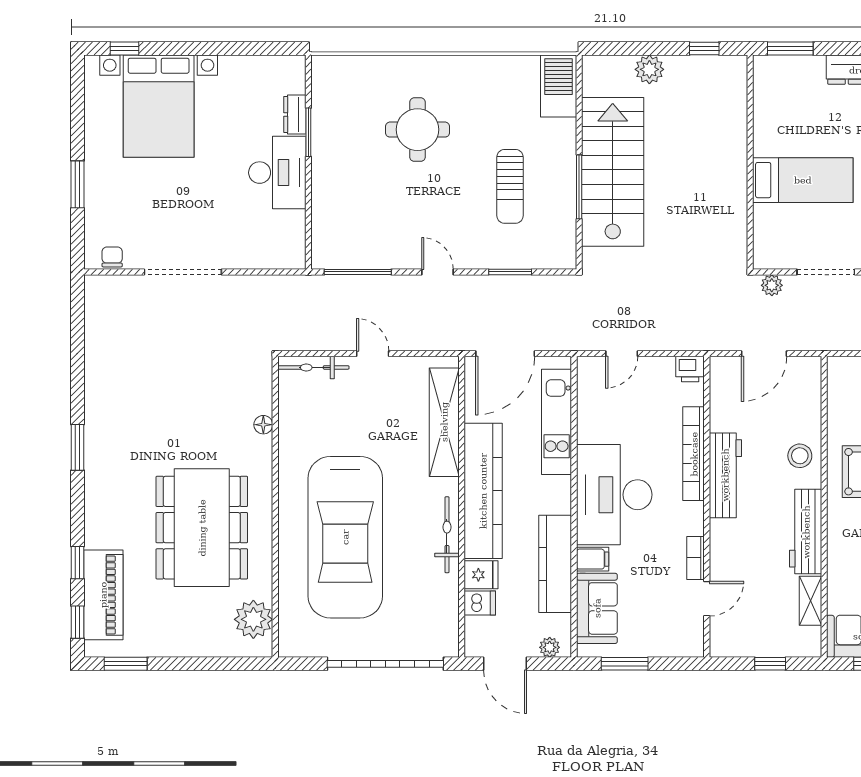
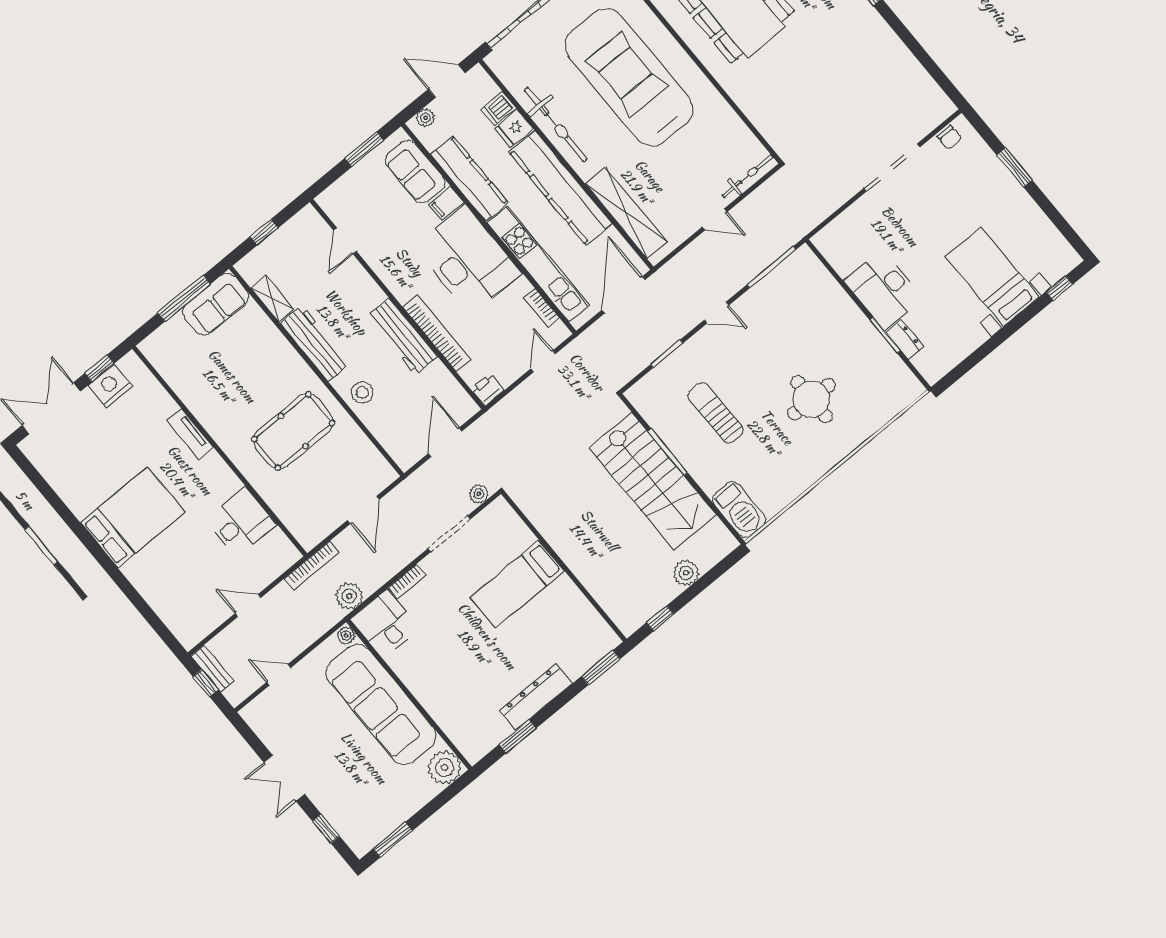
bed with nightstands: (159, 106) -> (992, 277), width x0.73
kitchen unit: (557, 422) -> (538, 264), width x1.36
floor lamp: (263, 425) -> (750, 108), removed
bicycle: (447, 535) -> (556, 125), width x1.37, depth x1.40
bookcase: (695, 558) -> (541, 308), moved, turned 180

